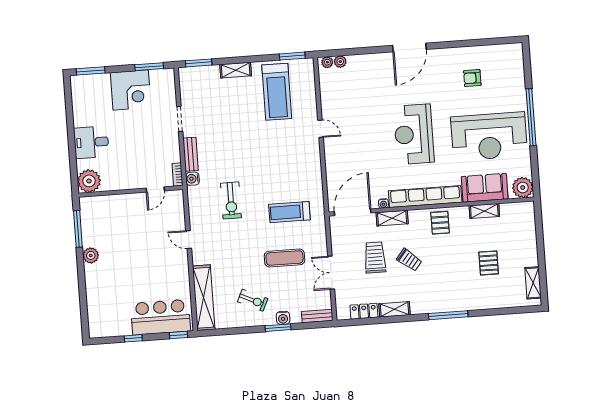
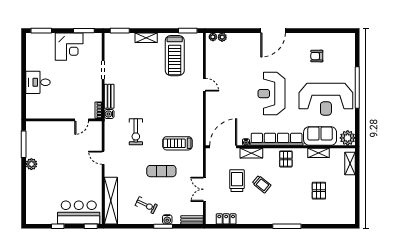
plant: (89, 181) -> (34, 110), removed
exercise mat: (285, 258) -> (161, 171), moved
shelving: (533, 283) -> (350, 163), moved
shelving: (394, 309) -> (248, 219), removed

